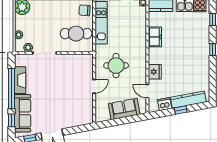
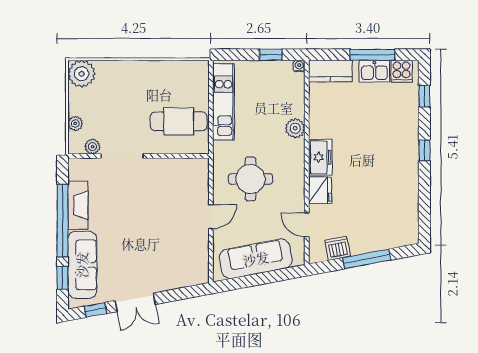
chair: (85, 10) -> (194, 80), removed
plant: (141, 37) -> (295, 128), added
freezer: (155, 37) -> (320, 157), moved
kitchen counter: (188, 100) -> (381, 240), removed
sofa: (124, 109) -> (256, 259), width x1.36
window: (181, 110) -> (367, 259), width x2.17

